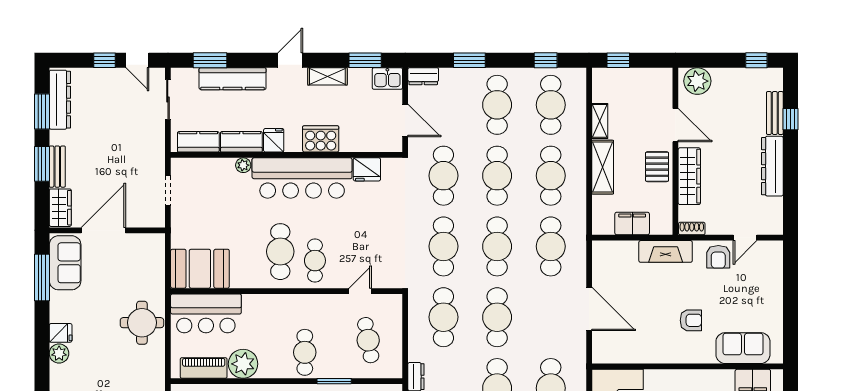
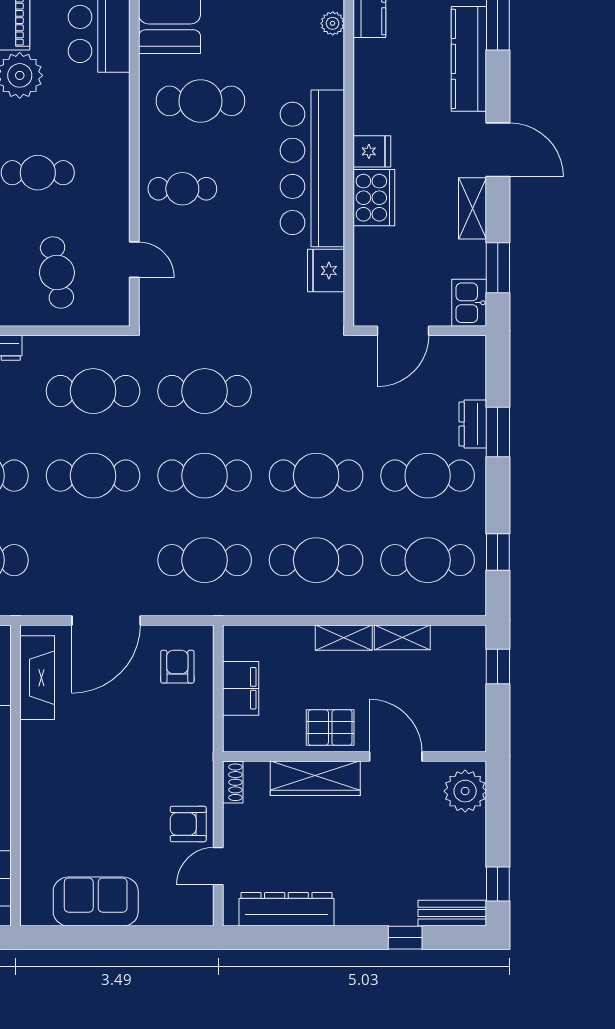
door: (290, 60) -> (498, 150), width x1.38
dresser: (423, 76) -> (473, 424), moved
bench: (775, 113) -> (452, 913), moved
door: (675, 125) -> (396, 757), swing flipped
fridge: (274, 140) -> (372, 151), moved
kitchen counter: (241, 142) -> (369, 73), removed
plant: (243, 165) -> (333, 23), moved
dresser: (772, 166) -> (286, 909), moved
shelving: (603, 167) -> (344, 638), width x0.67, depth x0.75
cafe table: (443, 176) -> (316, 391), removed
door: (745, 238) -> (218, 866), hinge flipped
fireplace: (666, 251) -> (37, 678), moved, turned 180
cafe table: (280, 252) -> (200, 101), moved
armchair: (691, 320) -> (177, 667), moved, turned 180
cafe table: (368, 340) -> (57, 273), turned 90
sofa: (743, 348) -> (96, 901), moved, turned -90

